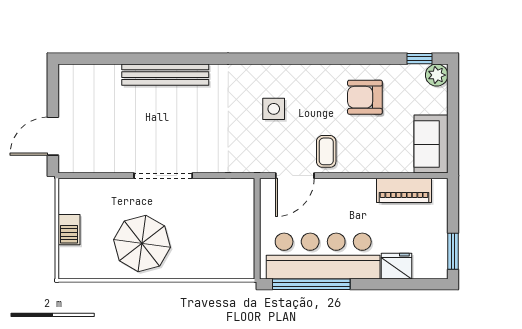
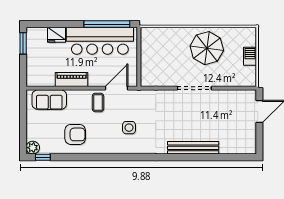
sofa: (431, 144) -> (49, 100), moved, turned 90
piano: (404, 190) -> (72, 80), moved

